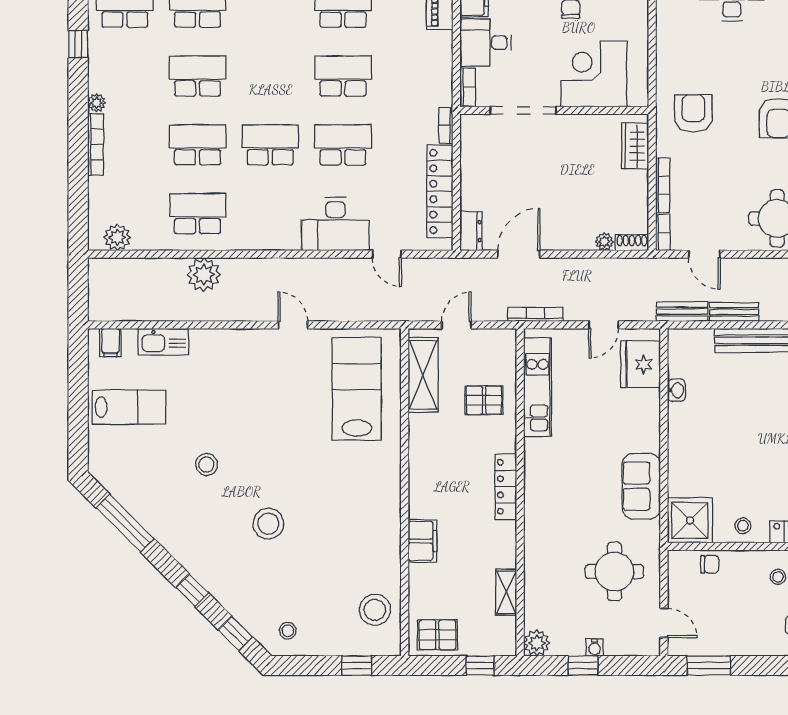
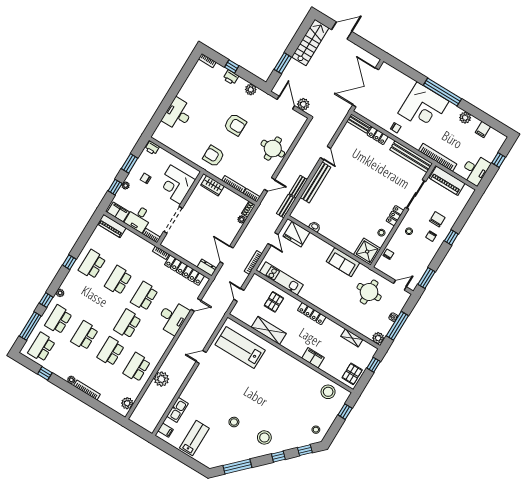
shelving: (423, 375) -> (269, 330), moved
stool: (268, 524) -> (264, 437), moved
window: (583, 665) -> (397, 326), width x2.17

